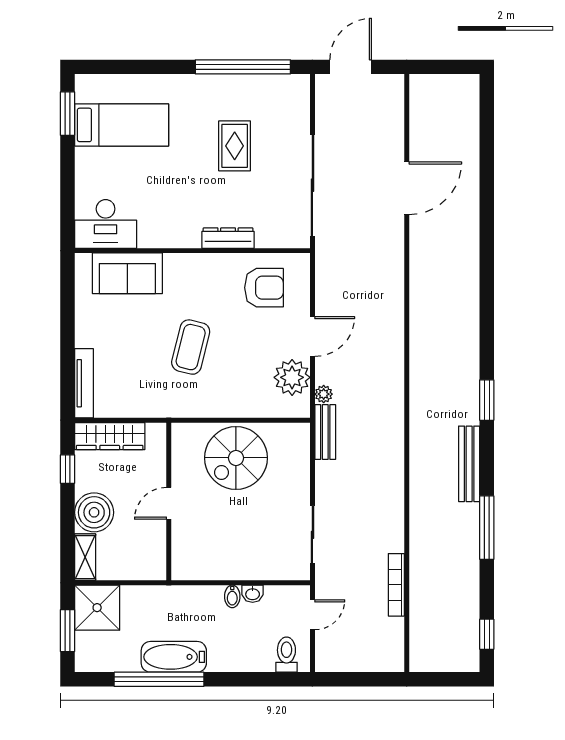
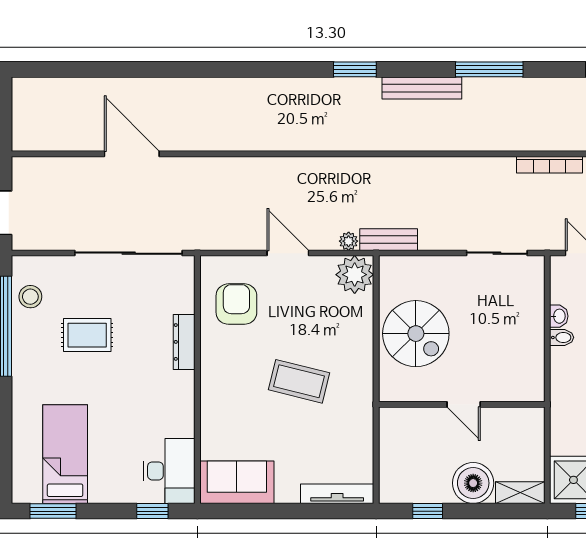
stool: (271, 92) -> (30, 297), added
window: (67, 208) -> (152, 511), added
sofa: (127, 273) -> (237, 482), moved, turned -90
plant: (292, 377) -> (355, 275), moved
wardrobe: (110, 436) -> (393, 467), removed

